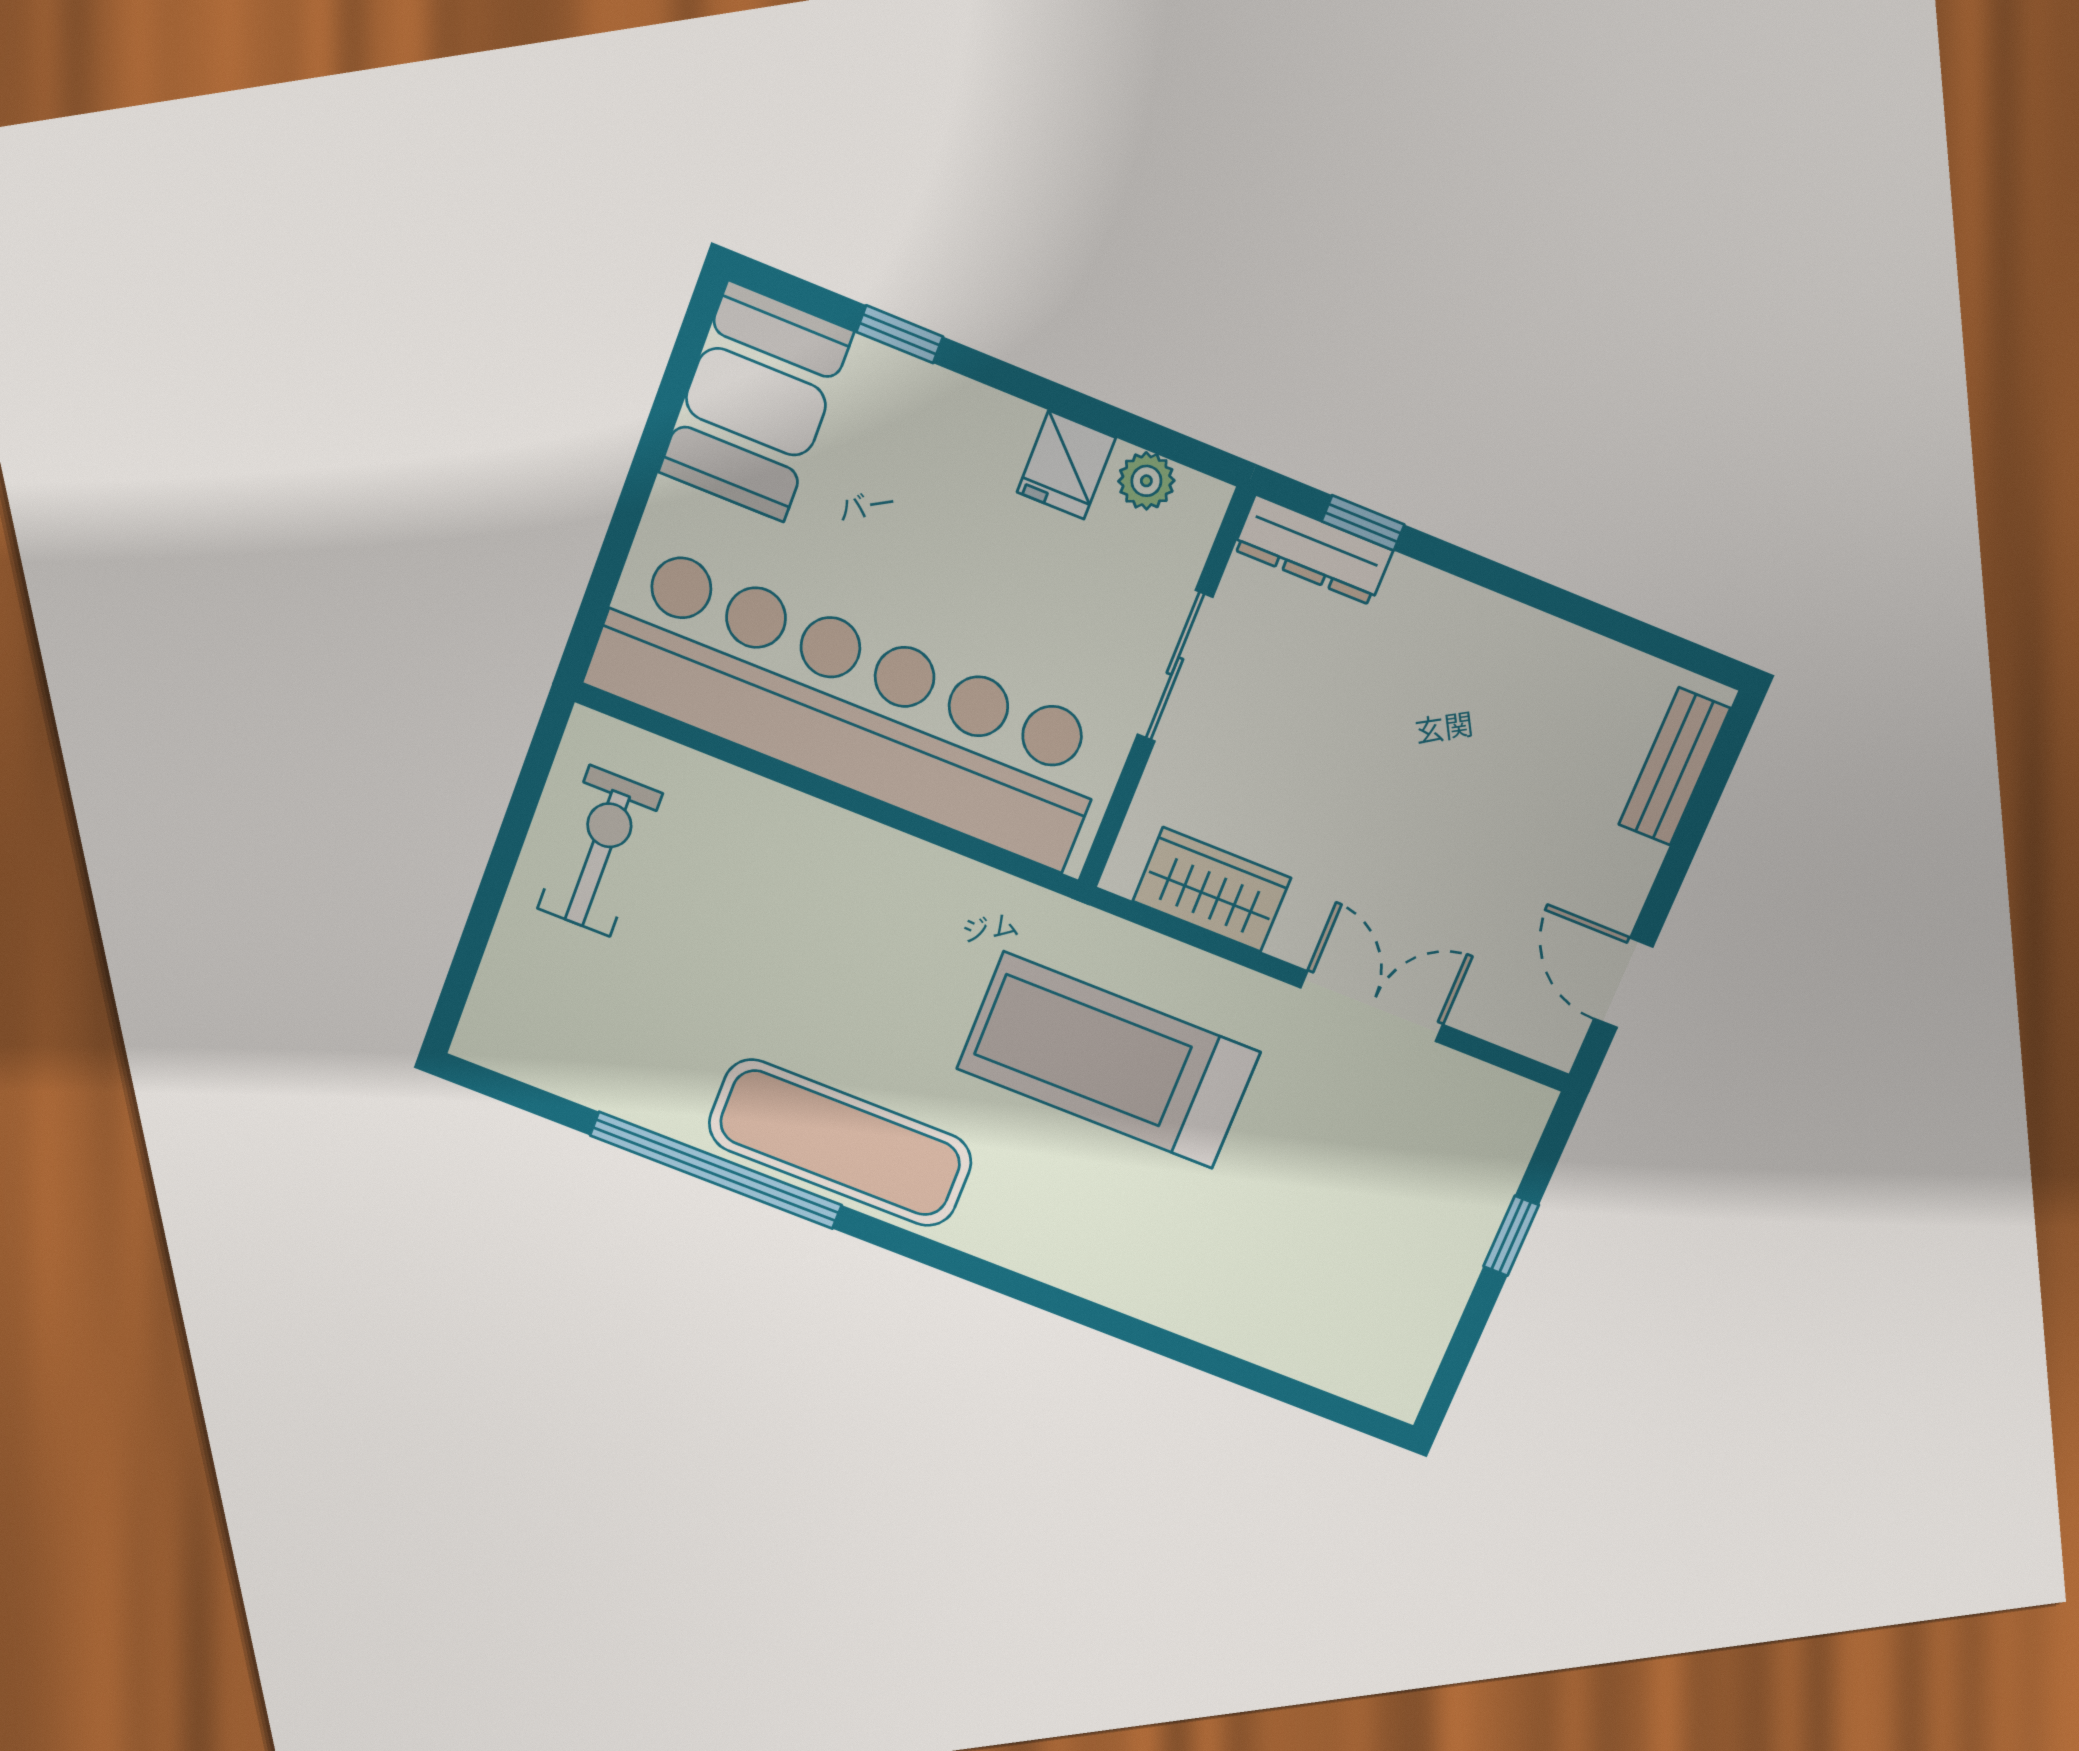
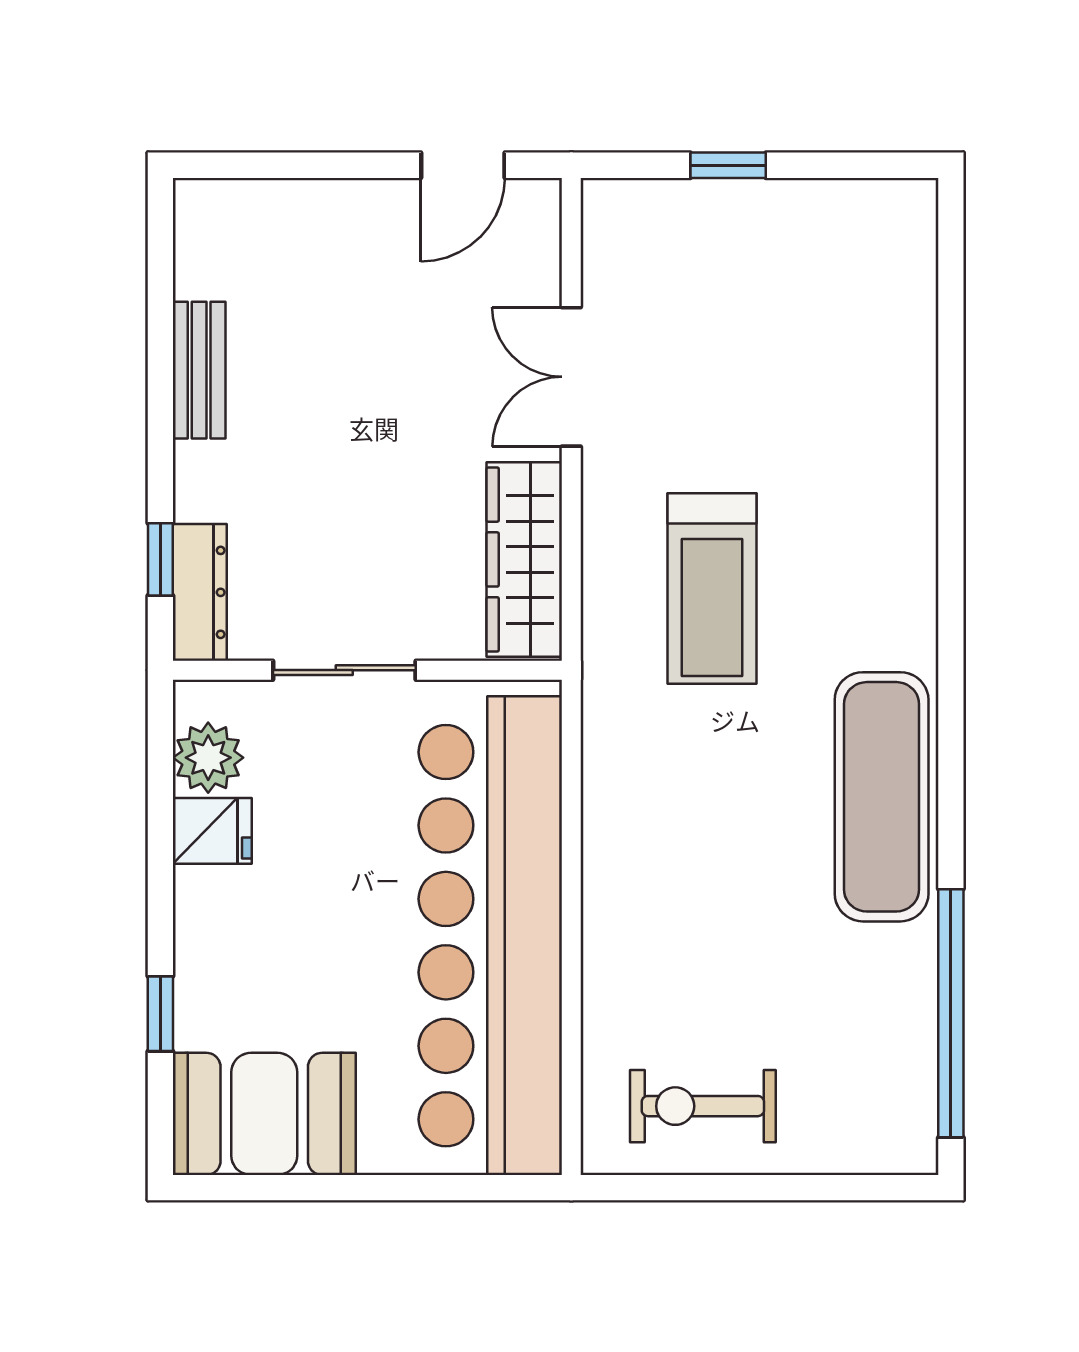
plant: (1146, 481) -> (208, 758), width x1.38, depth x1.38
bench: (1674, 766) -> (199, 370), moved, turned 90
wardrobe: (1212, 890) -> (524, 559), width x1.50
treadmill: (1109, 1060) -> (712, 588), width x0.73, depth x0.73
window: (716, 1170) -> (951, 1013), moved

